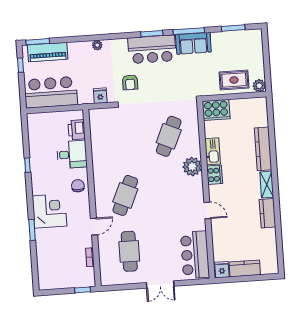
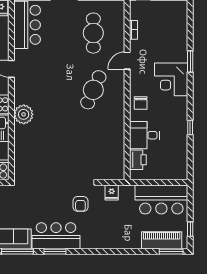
plant: (97, 45) -> (111, 244), removed
armchair: (130, 82) -> (80, 204), turned 180
cafe table: (169, 136) -> (45, 147), removed

